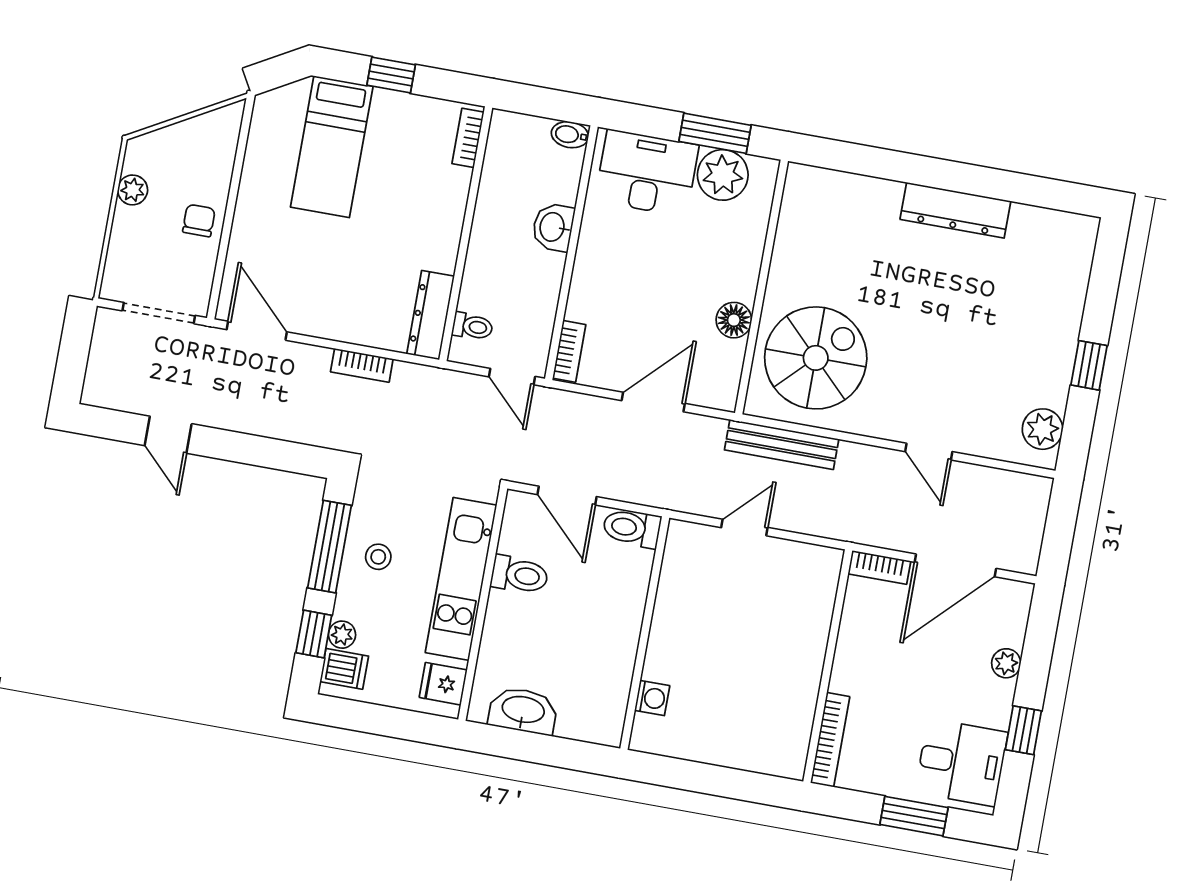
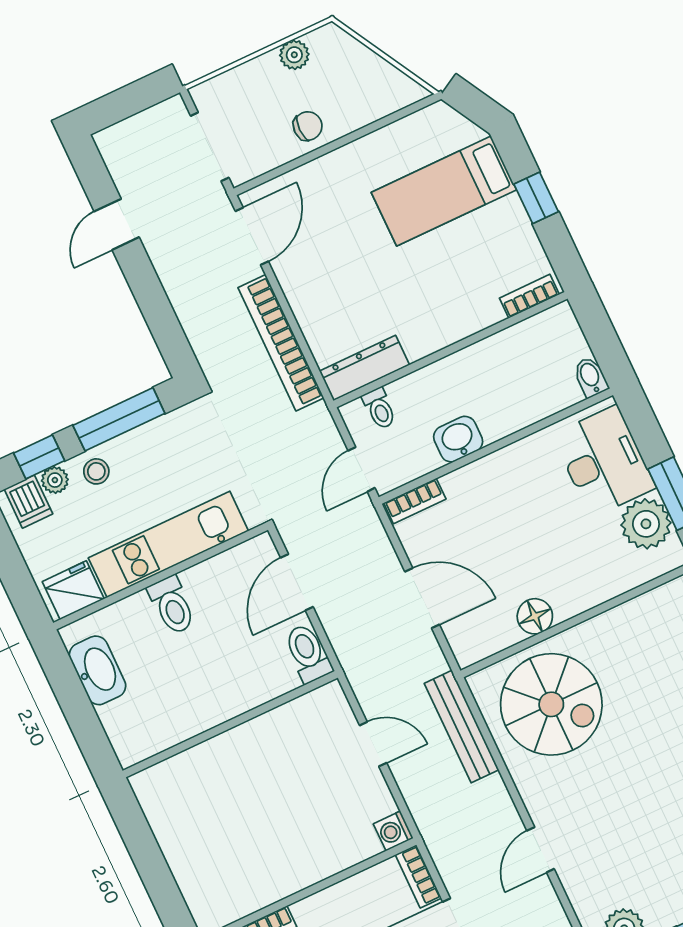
washbasin: (553, 227) -> (458, 439), moved
bookcase: (362, 365) -> (281, 343), width x2.31, depth x1.31
stool: (378, 557) -> (96, 471), moved
toilet: (520, 575) -> (172, 605), moved
fridge: (443, 684) -> (73, 590), width x1.38
washing machine: (652, 698) -> (393, 831), moved, turned 90

